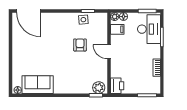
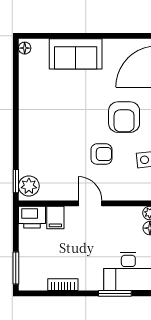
filing cabinet: (117, 29) -> (55, 217), moved
armchair: (58, 32) -> (124, 117), added
door: (109, 52) -> (90, 203), hinge flipped
sofa: (38, 85) -> (76, 54), moved, turned 90

